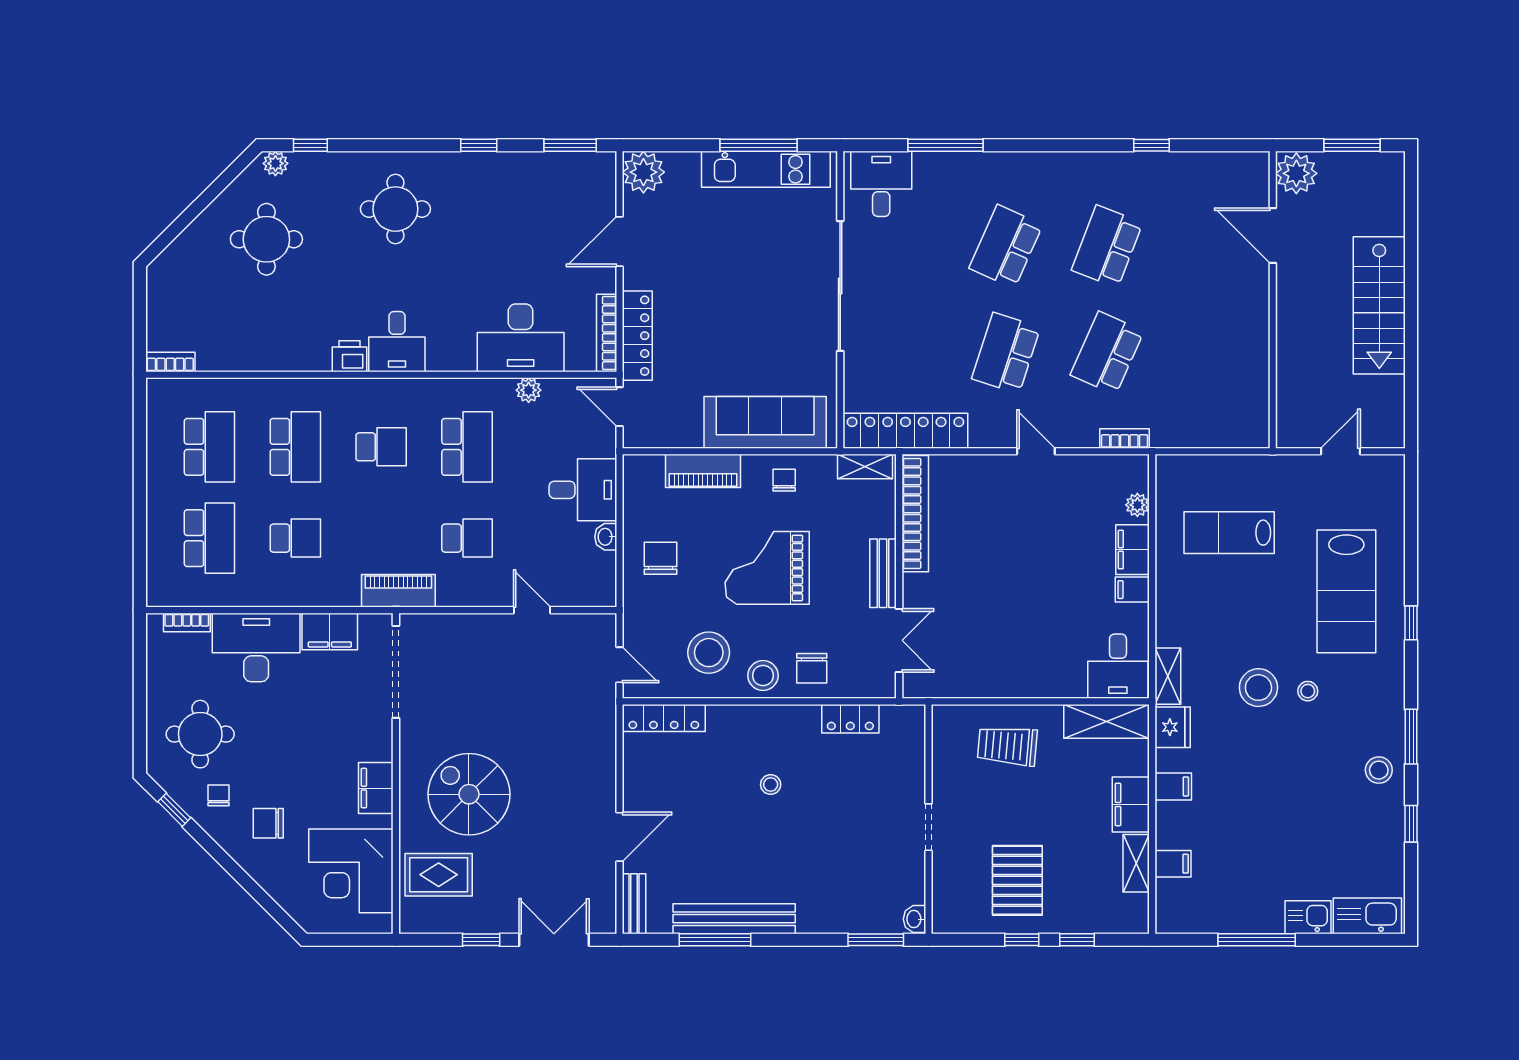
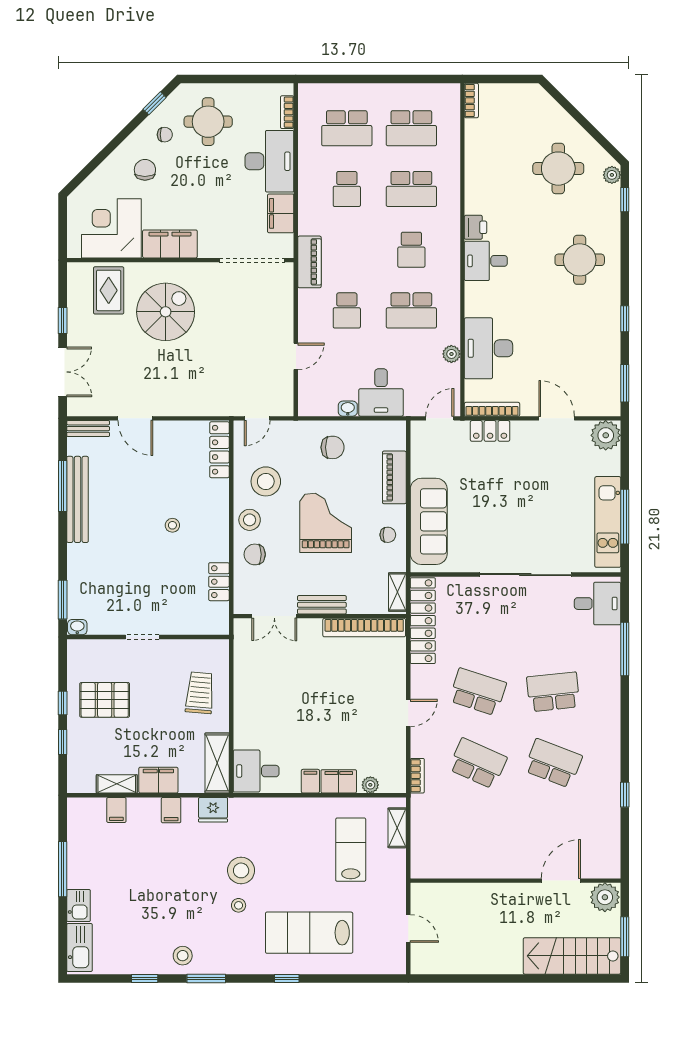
school desk: (1006, 246) -> (553, 692), turned -30
stairs: (1379, 305) -> (572, 956), moved
locker: (637, 336) -> (490, 431), width x0.66
shelving: (1168, 676) -> (397, 828), moved, turned 90
filing cabinet: (376, 788) -> (170, 244), width x1.50, depth x1.17

